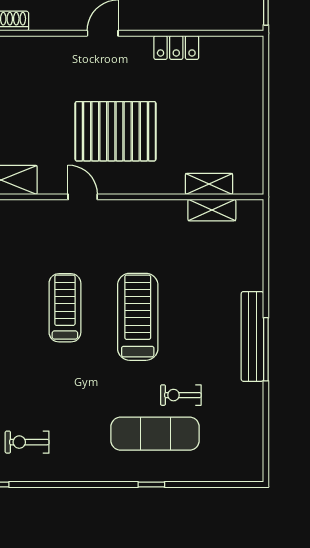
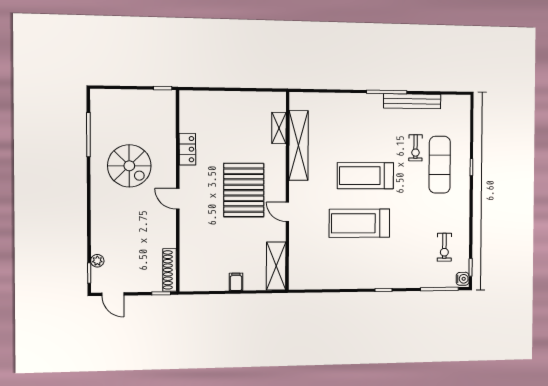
door: (83, 197) -> (287, 212), hinge flipped
shelving: (212, 210) -> (299, 145), width x2.20, depth x1.33
treadmill: (65, 308) -> (359, 223), width x1.37, depth x1.38
bench: (252, 336) -> (412, 101), moved

